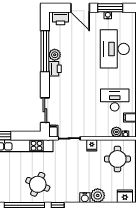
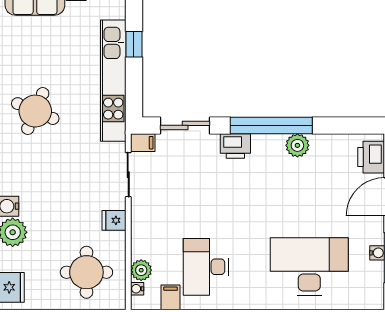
window: (45, 51) -> (271, 125), moved
printer: (55, 69) -> (235, 146), moved
desk: (115, 100) -> (206, 267), turned 180

